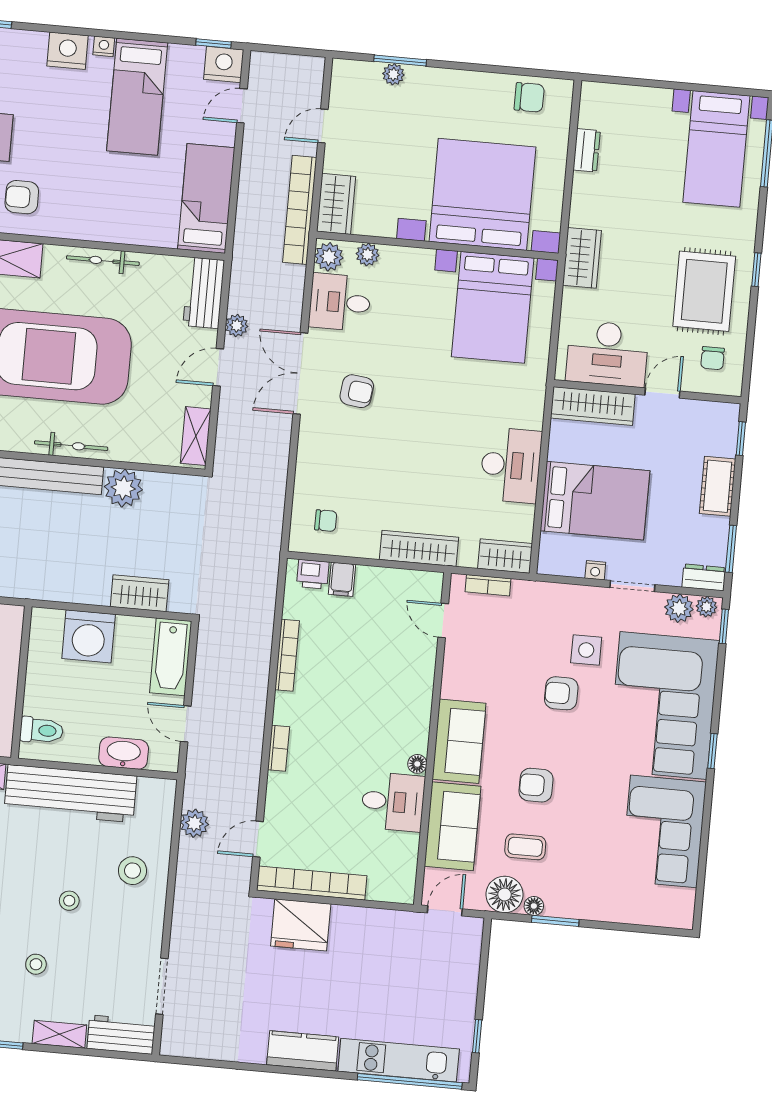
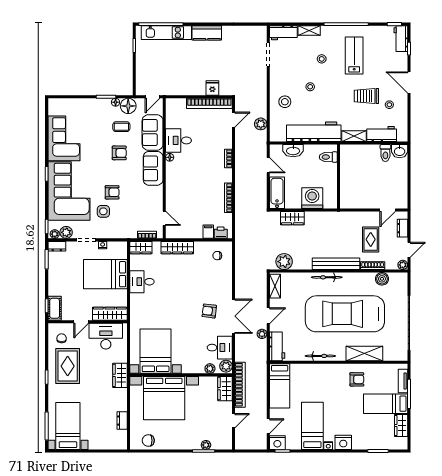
desk: (511, 465) -> (142, 282), width x0.73
cot: (718, 486) -> (55, 308), moved
plant: (123, 488) -> (284, 262), moved
fridge: (301, 925) -> (212, 88), width x0.53, depth x0.75

